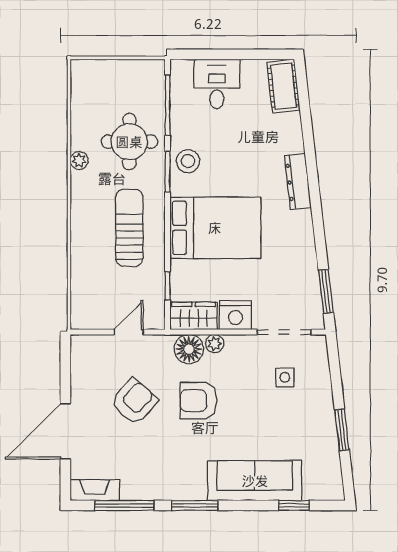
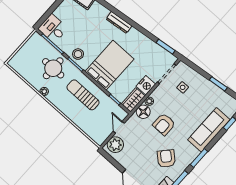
desk: (217, 84) -> (53, 29), moved
plant: (96, 352) -> (115, 145), added
armchair: (134, 402) -> (166, 159), moved

